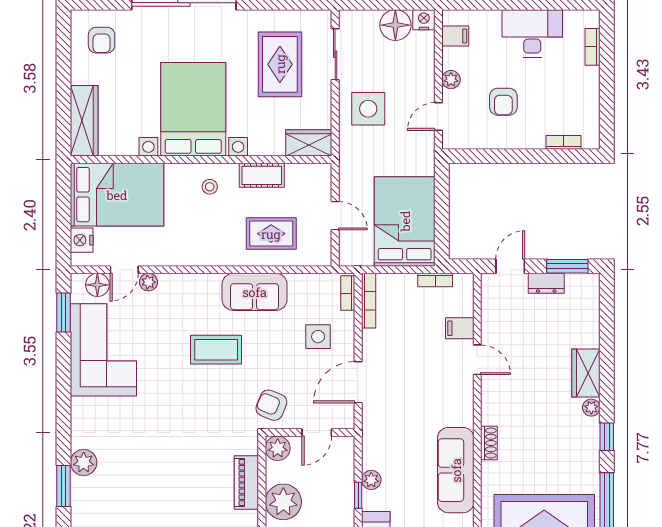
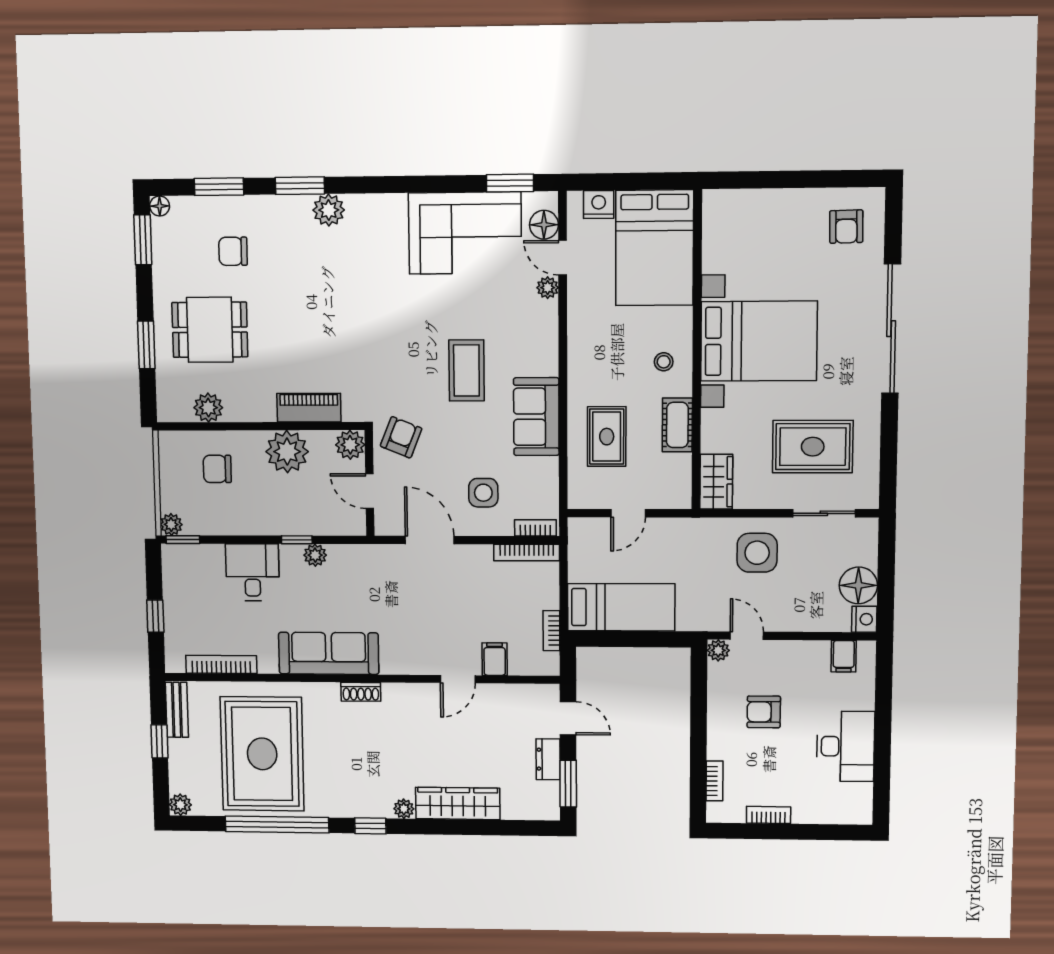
armchair: (102, 40) -> (846, 227), turned -91
bookcase: (593, 47) -> (769, 815), moved
plant: (451, 80) -> (718, 650), moved
wardrobe: (84, 121) -> (746, 206), removed
bed: (405, 221) -> (621, 607), width x0.67
wardrobe: (586, 373) -> (458, 803), width x1.50

